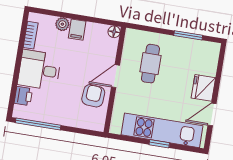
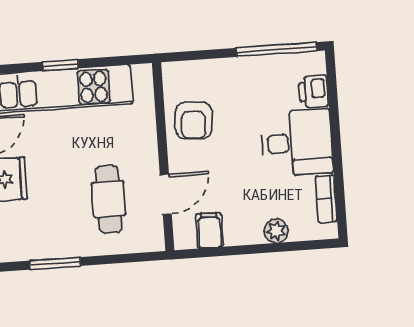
filing cabinet: (77, 30) -> (209, 230), moved
floor lamp: (114, 32) -> (184, 239), removed
door: (115, 76) -> (166, 194), moved

